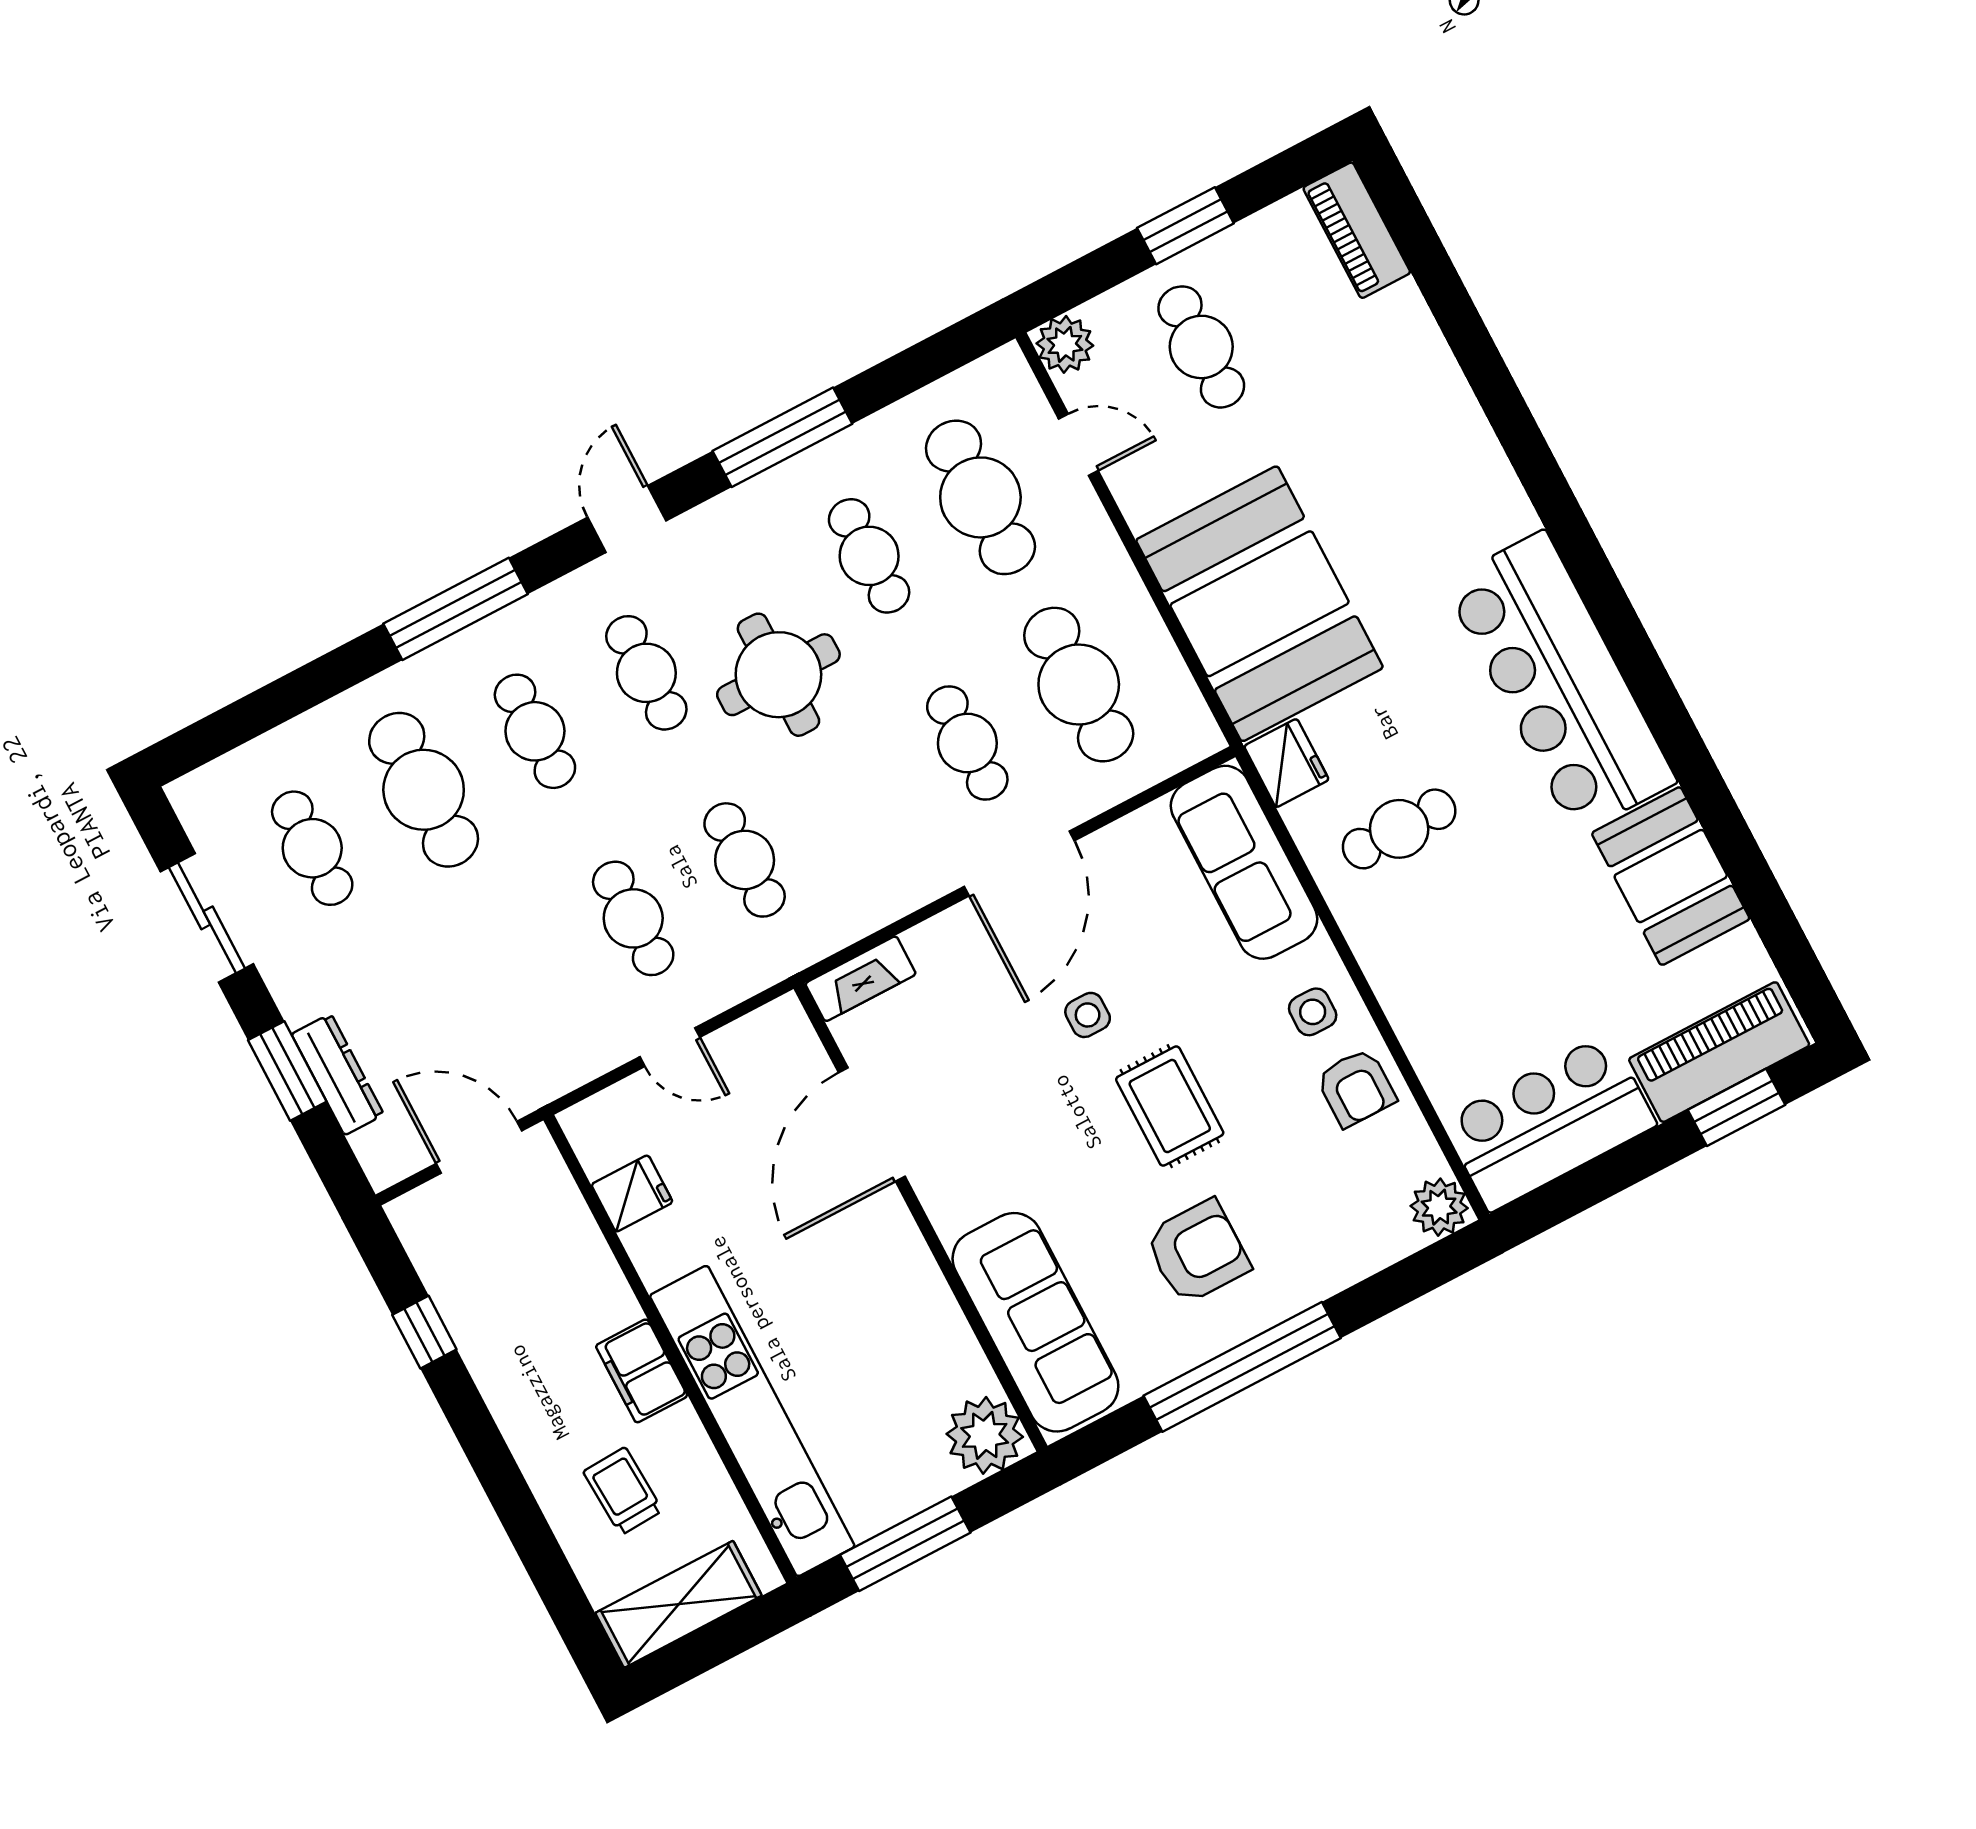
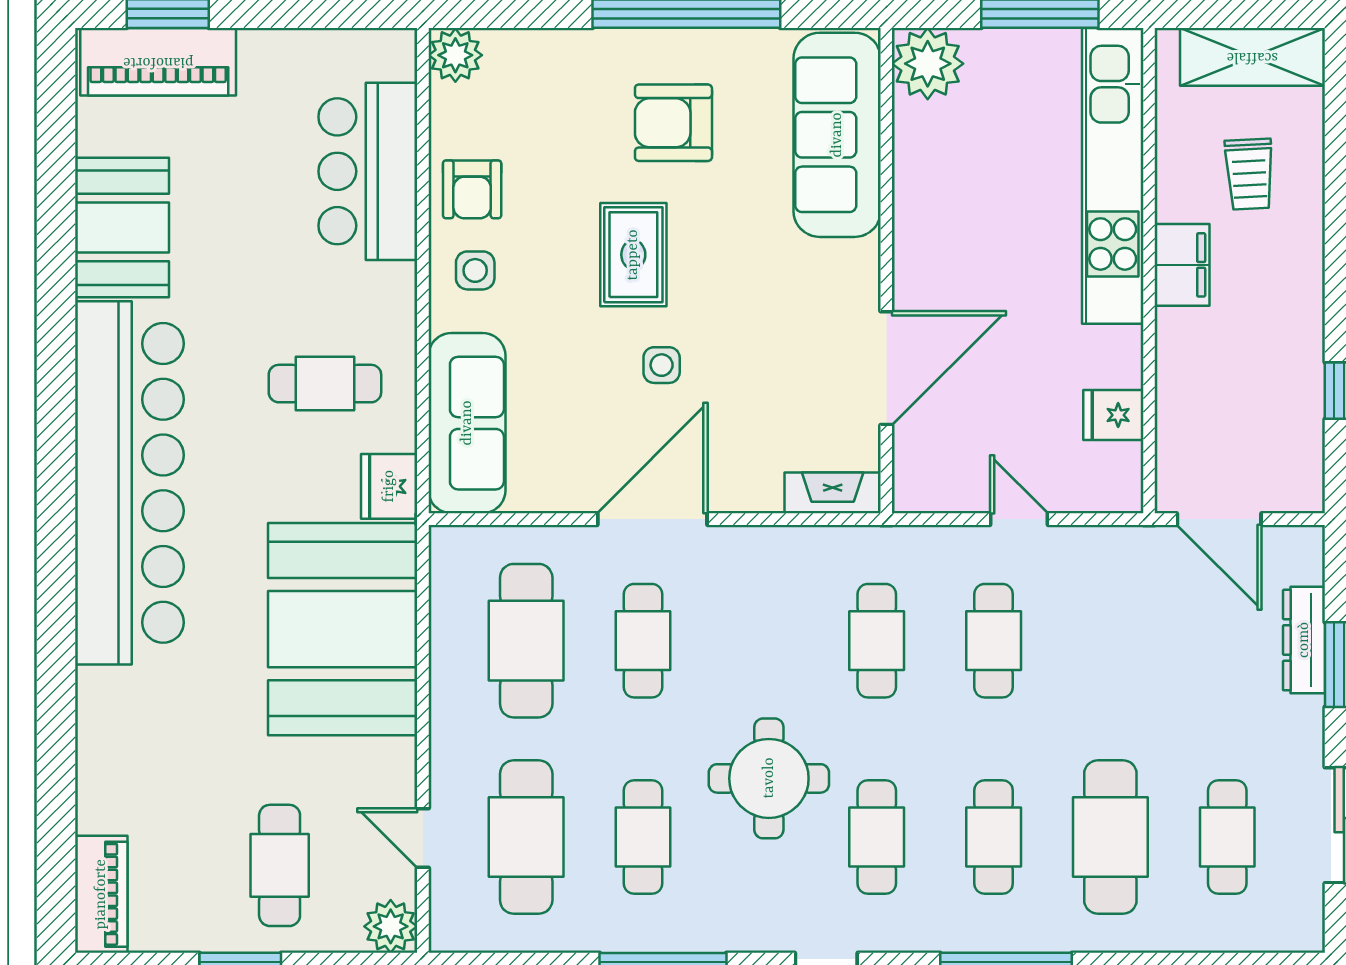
bar counter: (1560, 682) -> (129, 483), width x1.36
armchair: (1356, 1088) -> (472, 189), turned 180
bar counter: (1549, 1123) -> (368, 171), moved, turned 90

